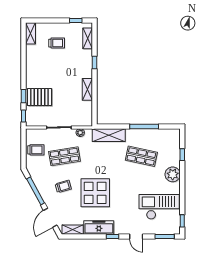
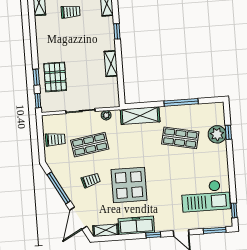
pallet: (40, 97) -> (55, 77), turned 90
plant: (173, 174) -> (217, 134), moved
checkout: (159, 207) -> (206, 196), turned 180

